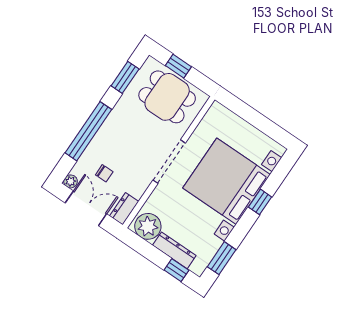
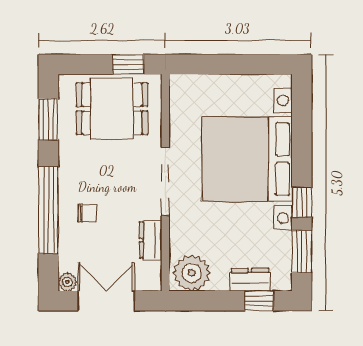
window: (178, 66) -> (128, 64), moved
chair: (104, 173) -> (87, 213), moved
window: (260, 202) -> (302, 202), moved
dresser: (124, 209) -> (151, 240), moved
dresser: (174, 250) -> (250, 280), width x0.70

